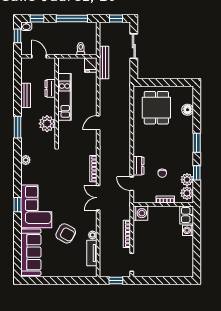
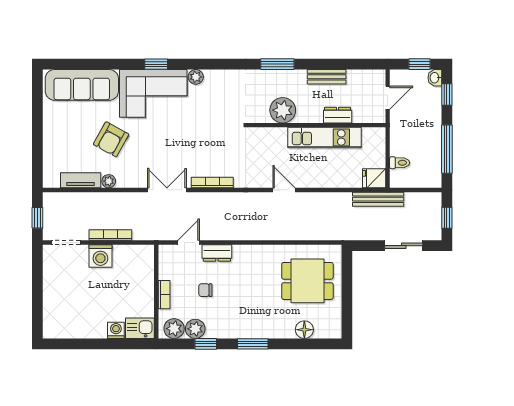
plant: (26, 160) -> (196, 77), moved
washing machine: (140, 213) -> (100, 256), moved

